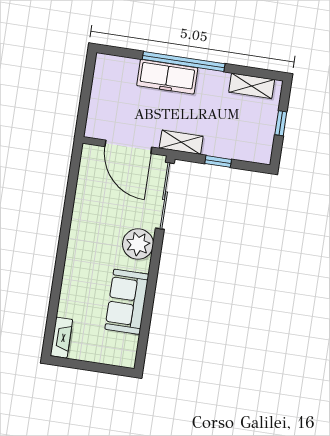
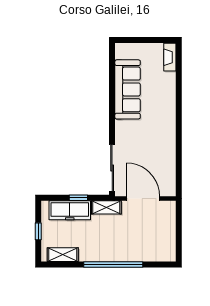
freezer: (167, 77) -> (70, 210), moved, turned 180
plant: (138, 244) -> (126, 131), removed
sofa: (127, 302) -> (128, 89), width x1.36

